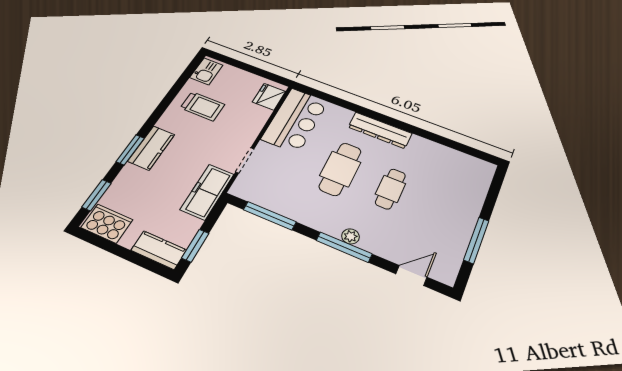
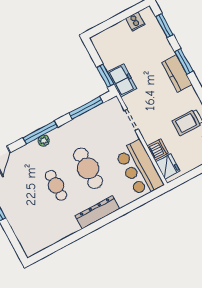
dishwasher: (258, 116) -> (158, 150), added
freezer: (207, 192) -> (122, 80), width x0.71
cooker: (107, 224) -> (135, 21), width x0.53, depth x0.76
window: (195, 246) -> (105, 76), moved
kitchen counter: (159, 250) -> (106, 37), removed

